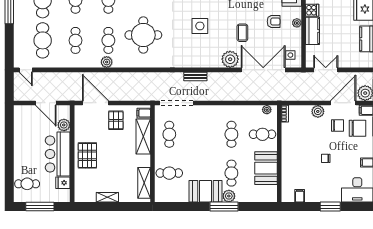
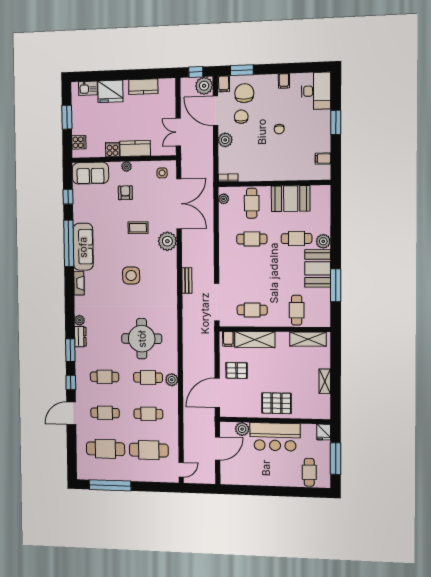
double door: (263, 70) -> (179, 204), swing flipped
fridge: (63, 183) -> (324, 432), moved
window: (224, 207) -> (336, 285), moved

